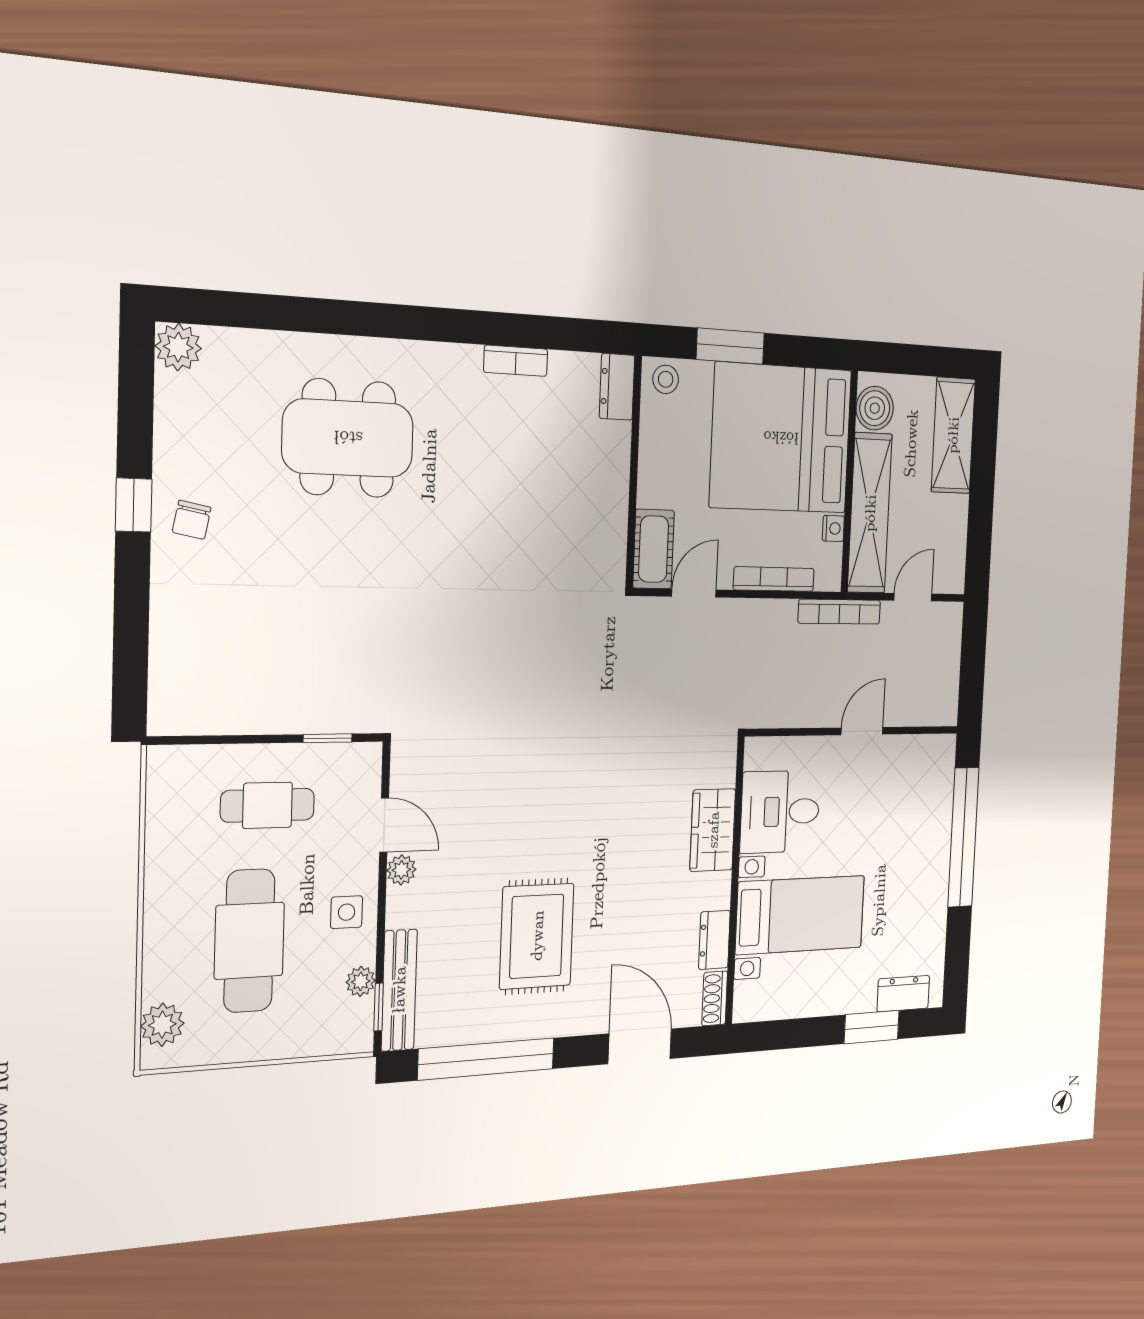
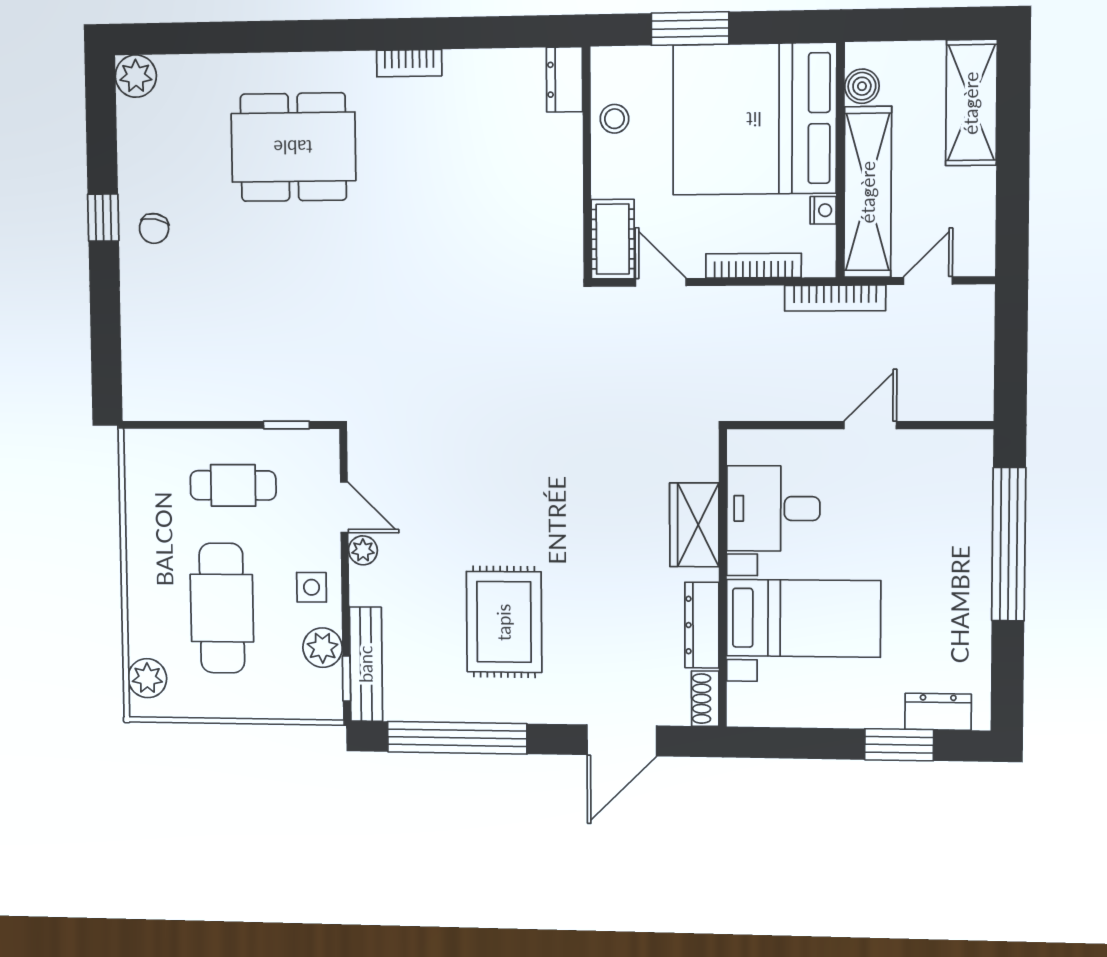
bookcase: (516, 361) -> (409, 63), moved
stool: (666, 379) -> (614, 119), moved
boiler: (875, 408) -> (862, 86), width x0.73, depth x0.73
door: (694, 593) -> (661, 282), hinge flipped
dresser: (714, 940) -> (702, 625), width x1.44
plant: (361, 981) -> (323, 648), width x1.38, depth x1.38
door: (640, 1046) -> (622, 740), swing flipped

